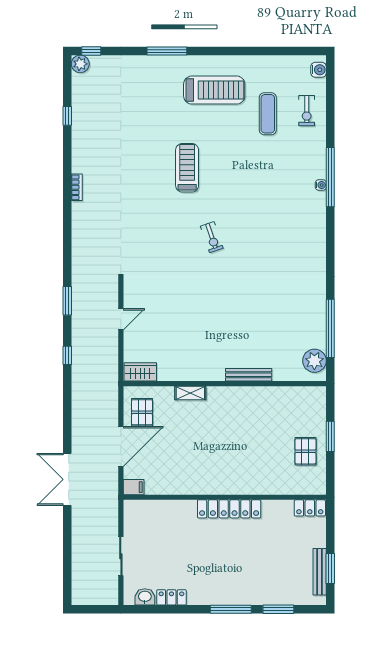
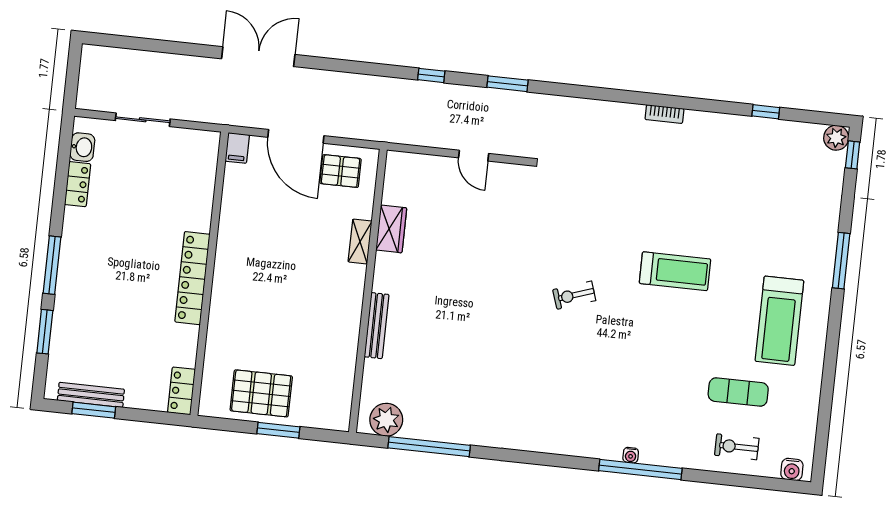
wardrobe: (140, 372) -> (391, 229), moved
pallet: (305, 451) -> (261, 393), width x1.50, depth x1.42

